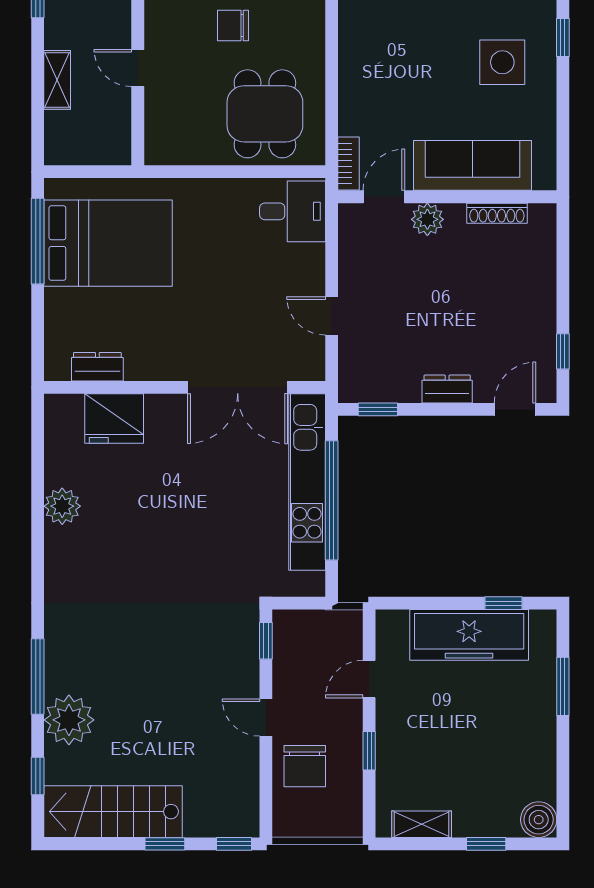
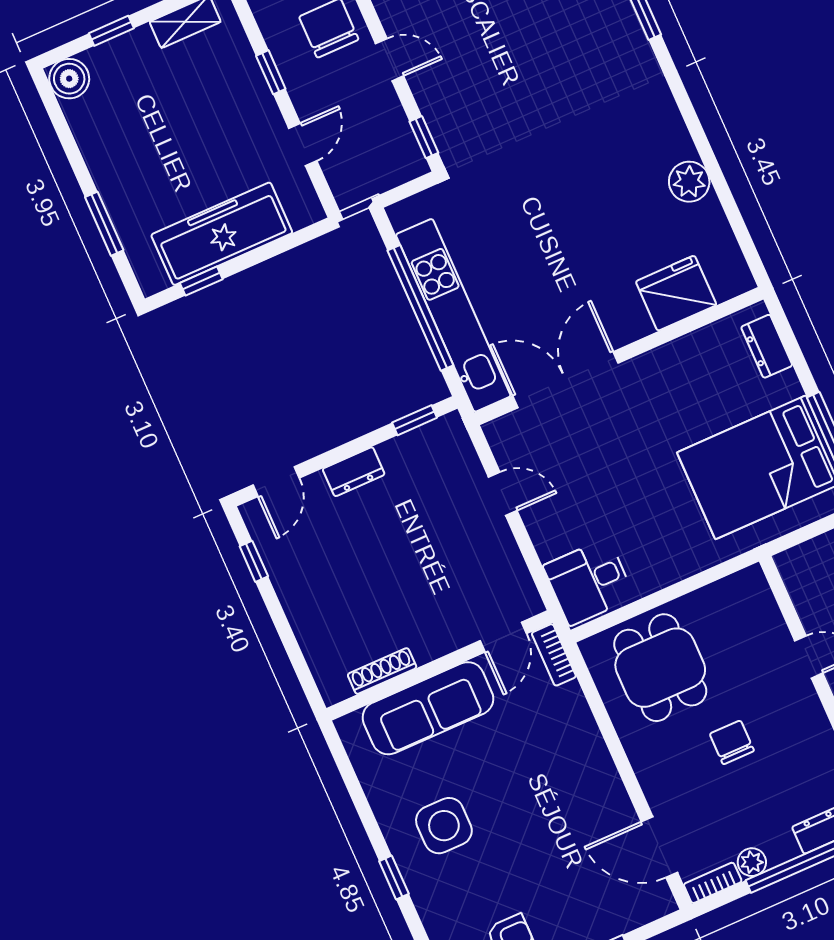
chair: (233, 26) -> (732, 742), turned -90
plant: (427, 219) -> (449, 634), removed
dresser: (97, 367) -> (767, 346), moved, turned 90

